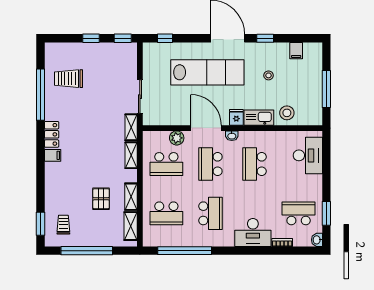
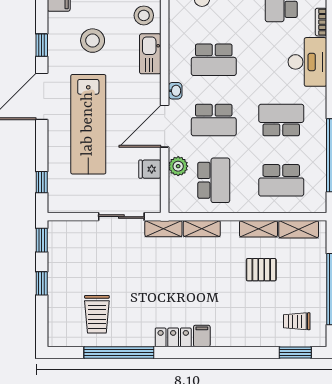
lab bench: (207, 72) -> (88, 124), turned 180
stool: (269, 75) -> (93, 41), width x1.89, depth x1.89
fridge: (236, 117) -> (150, 169), moved
school desk: (166, 213) -> (281, 180), turned 90

